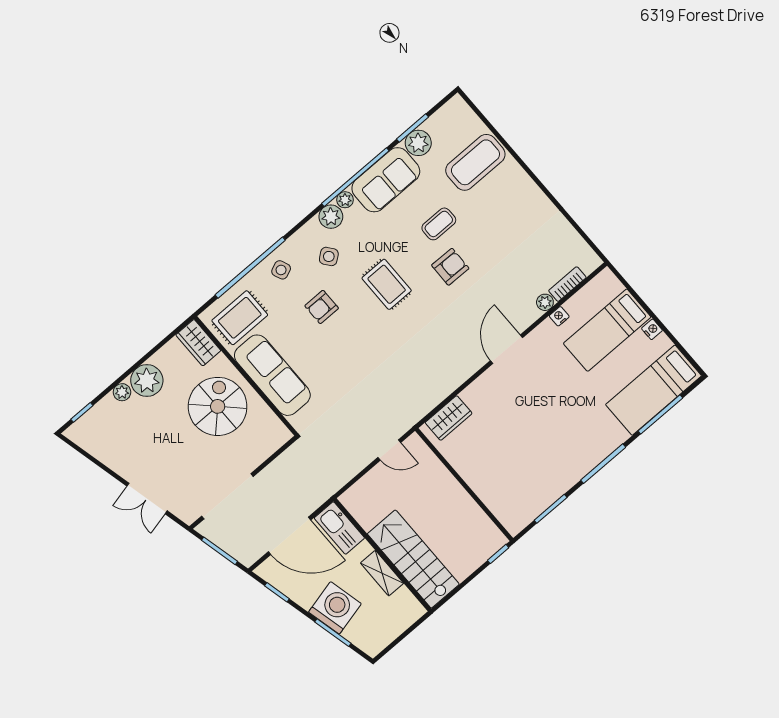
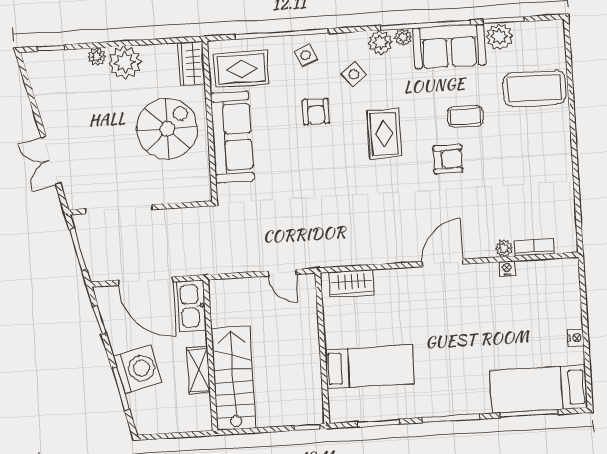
armchair: (322, 307) -> (316, 112), turned -90
bed: (607, 330) -> (370, 367), moved, turned 180

